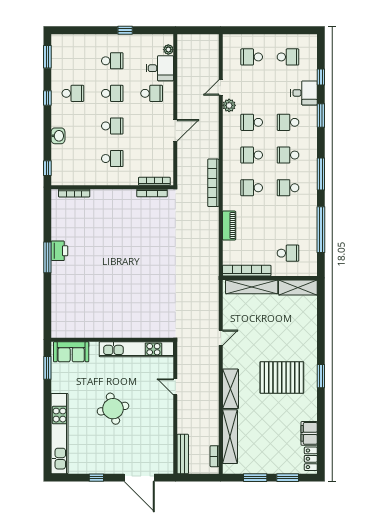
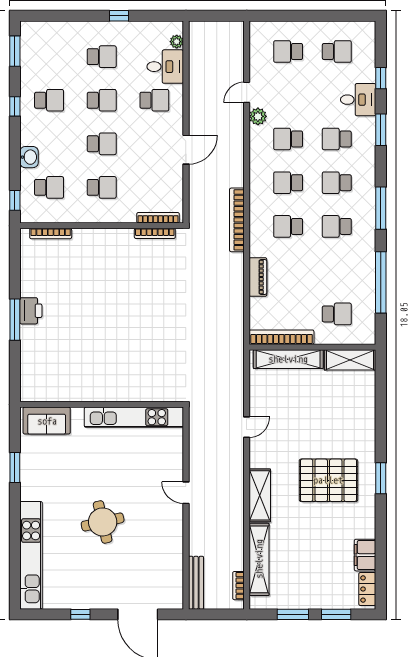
school desk: (73, 159) -> (49, 187), added
wall: (112, 340) -> (102, 404), moved
kitchen unit: (136, 349) -> (134, 417), moved
sofa: (71, 352) -> (47, 421), moved

